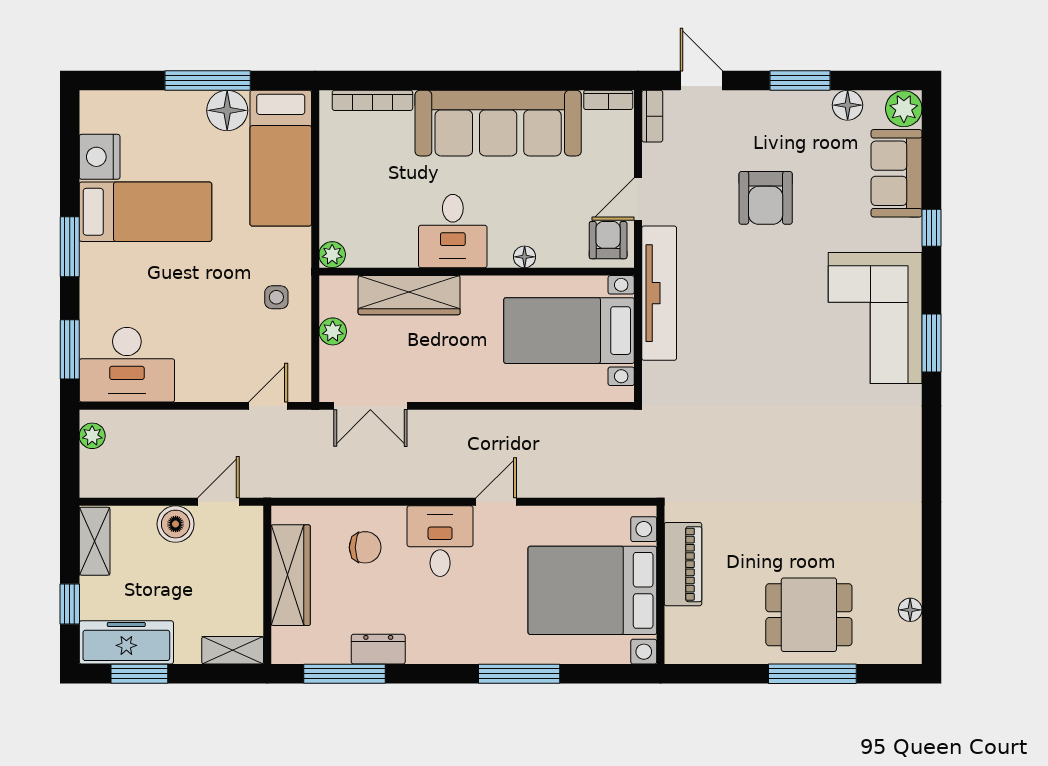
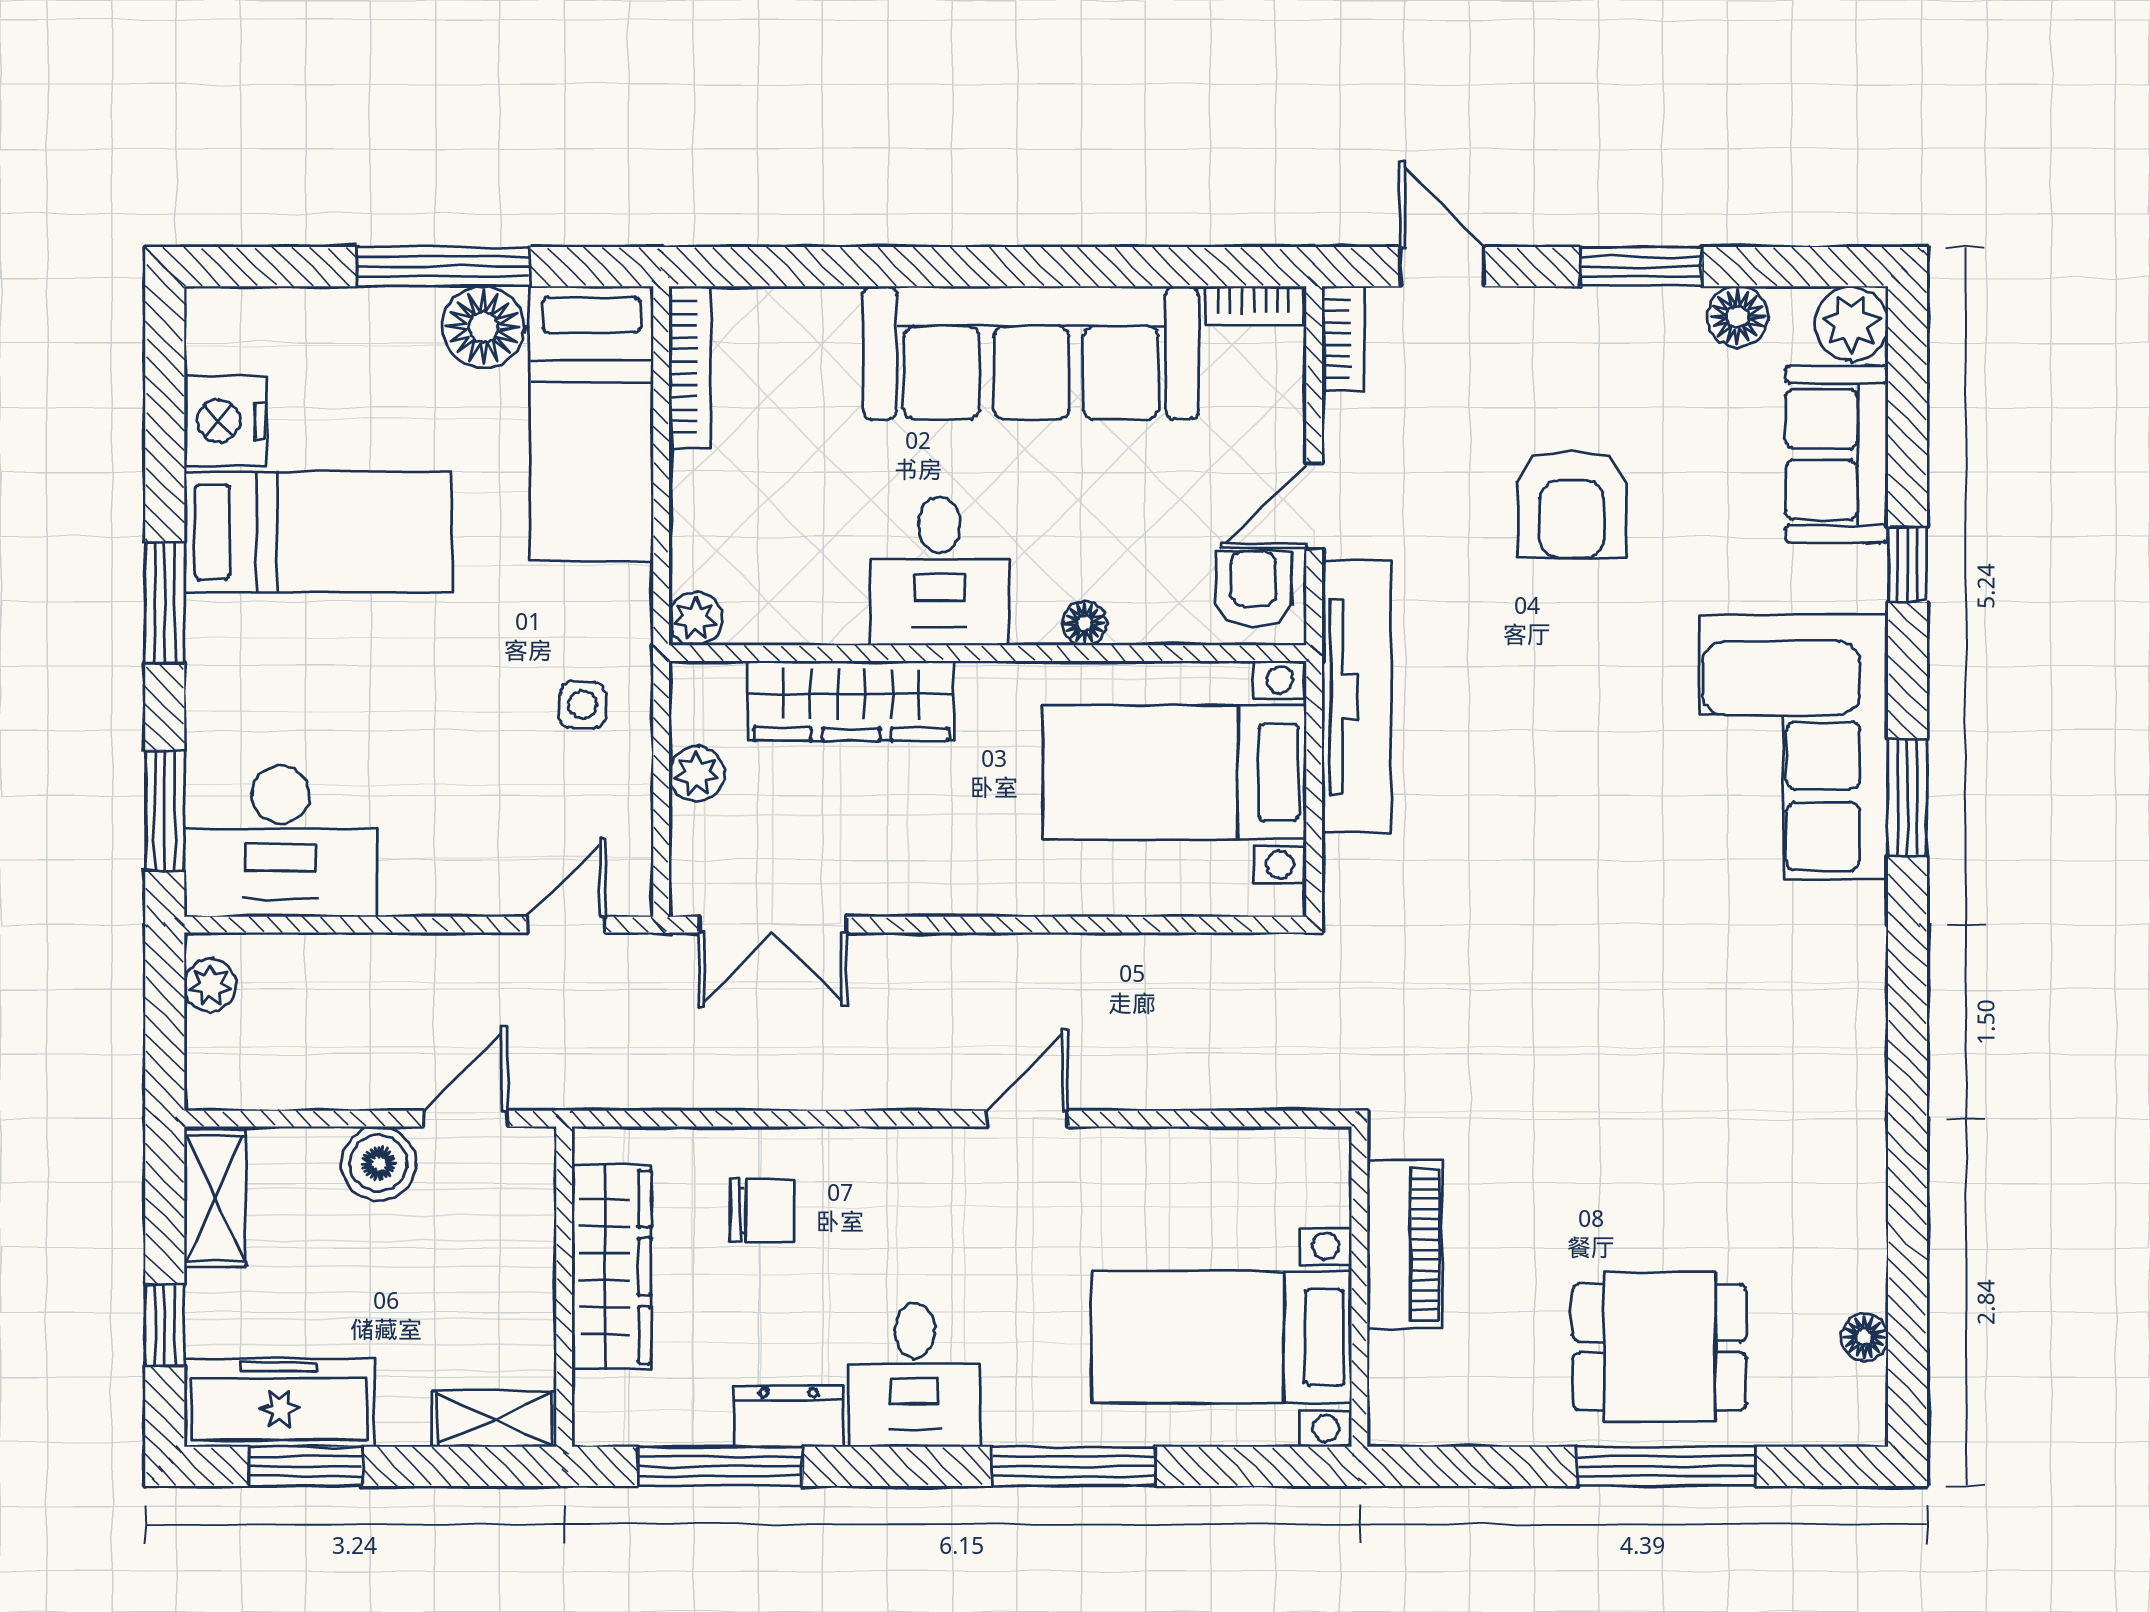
bookcase: (372, 100) -> (690, 367), moved, turned -90
desk: (440, 541) -> (914, 1375), moved, turned 180
bed with nightstands: (592, 590) -> (1222, 1337), width x0.73

